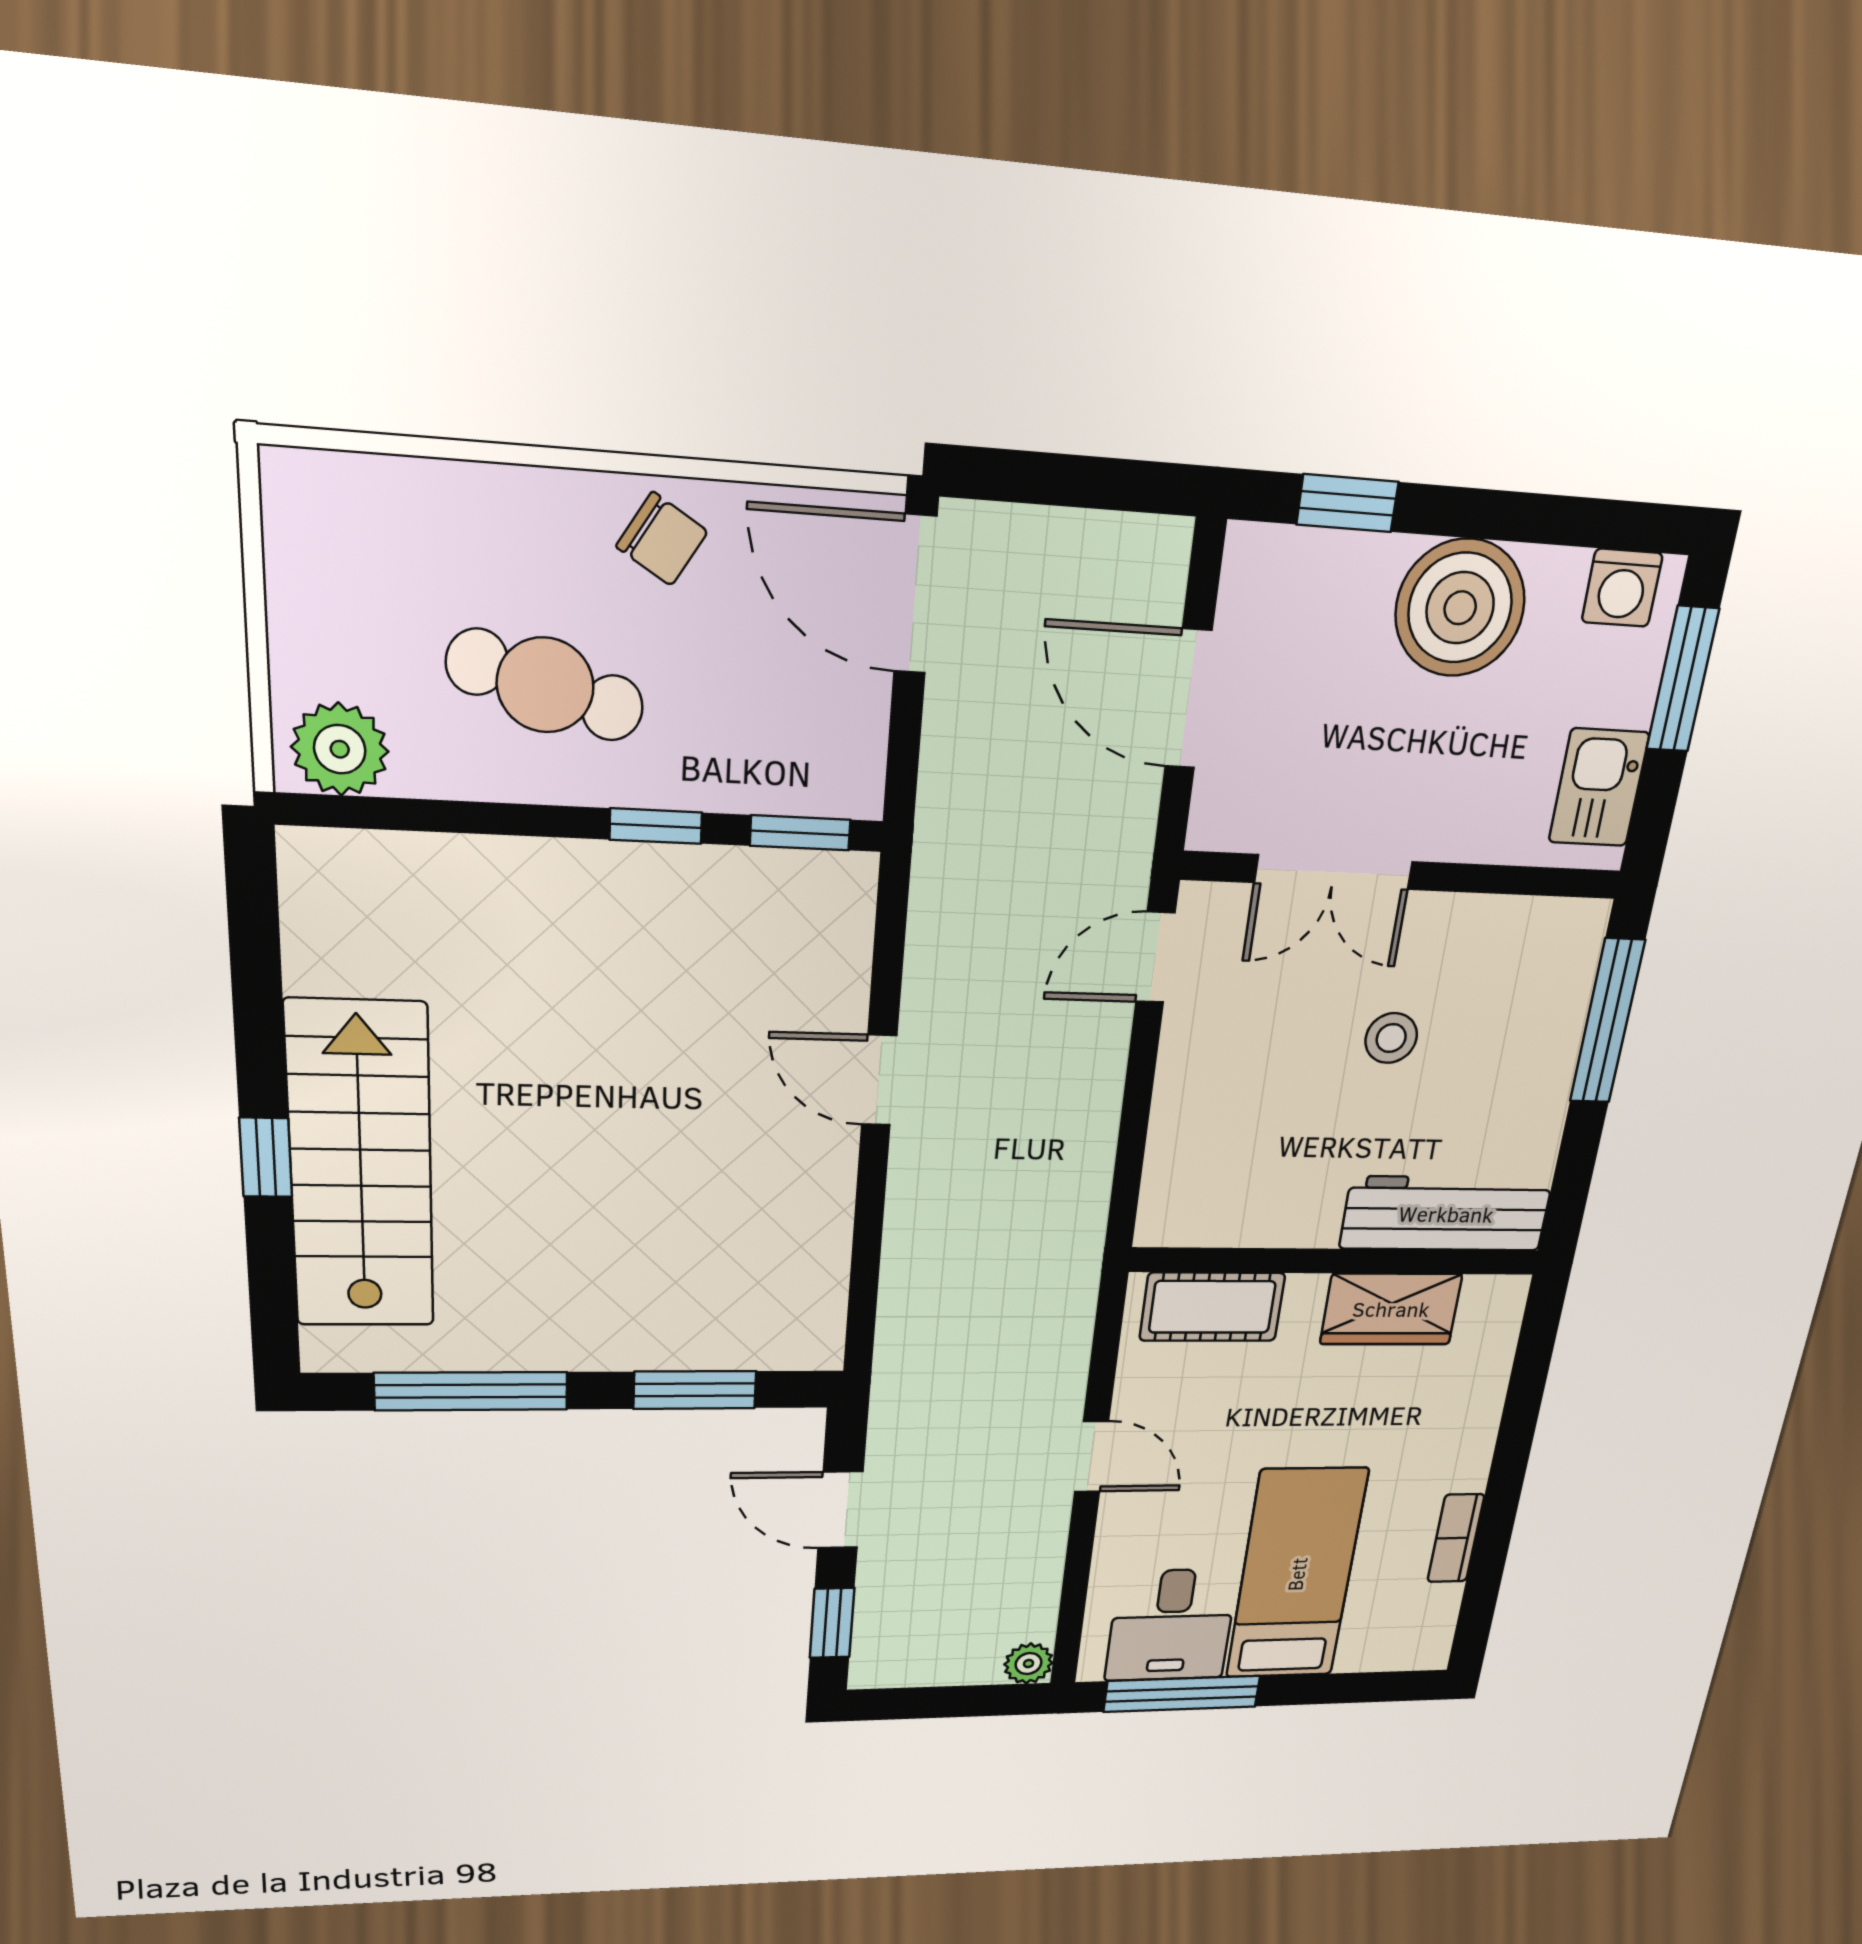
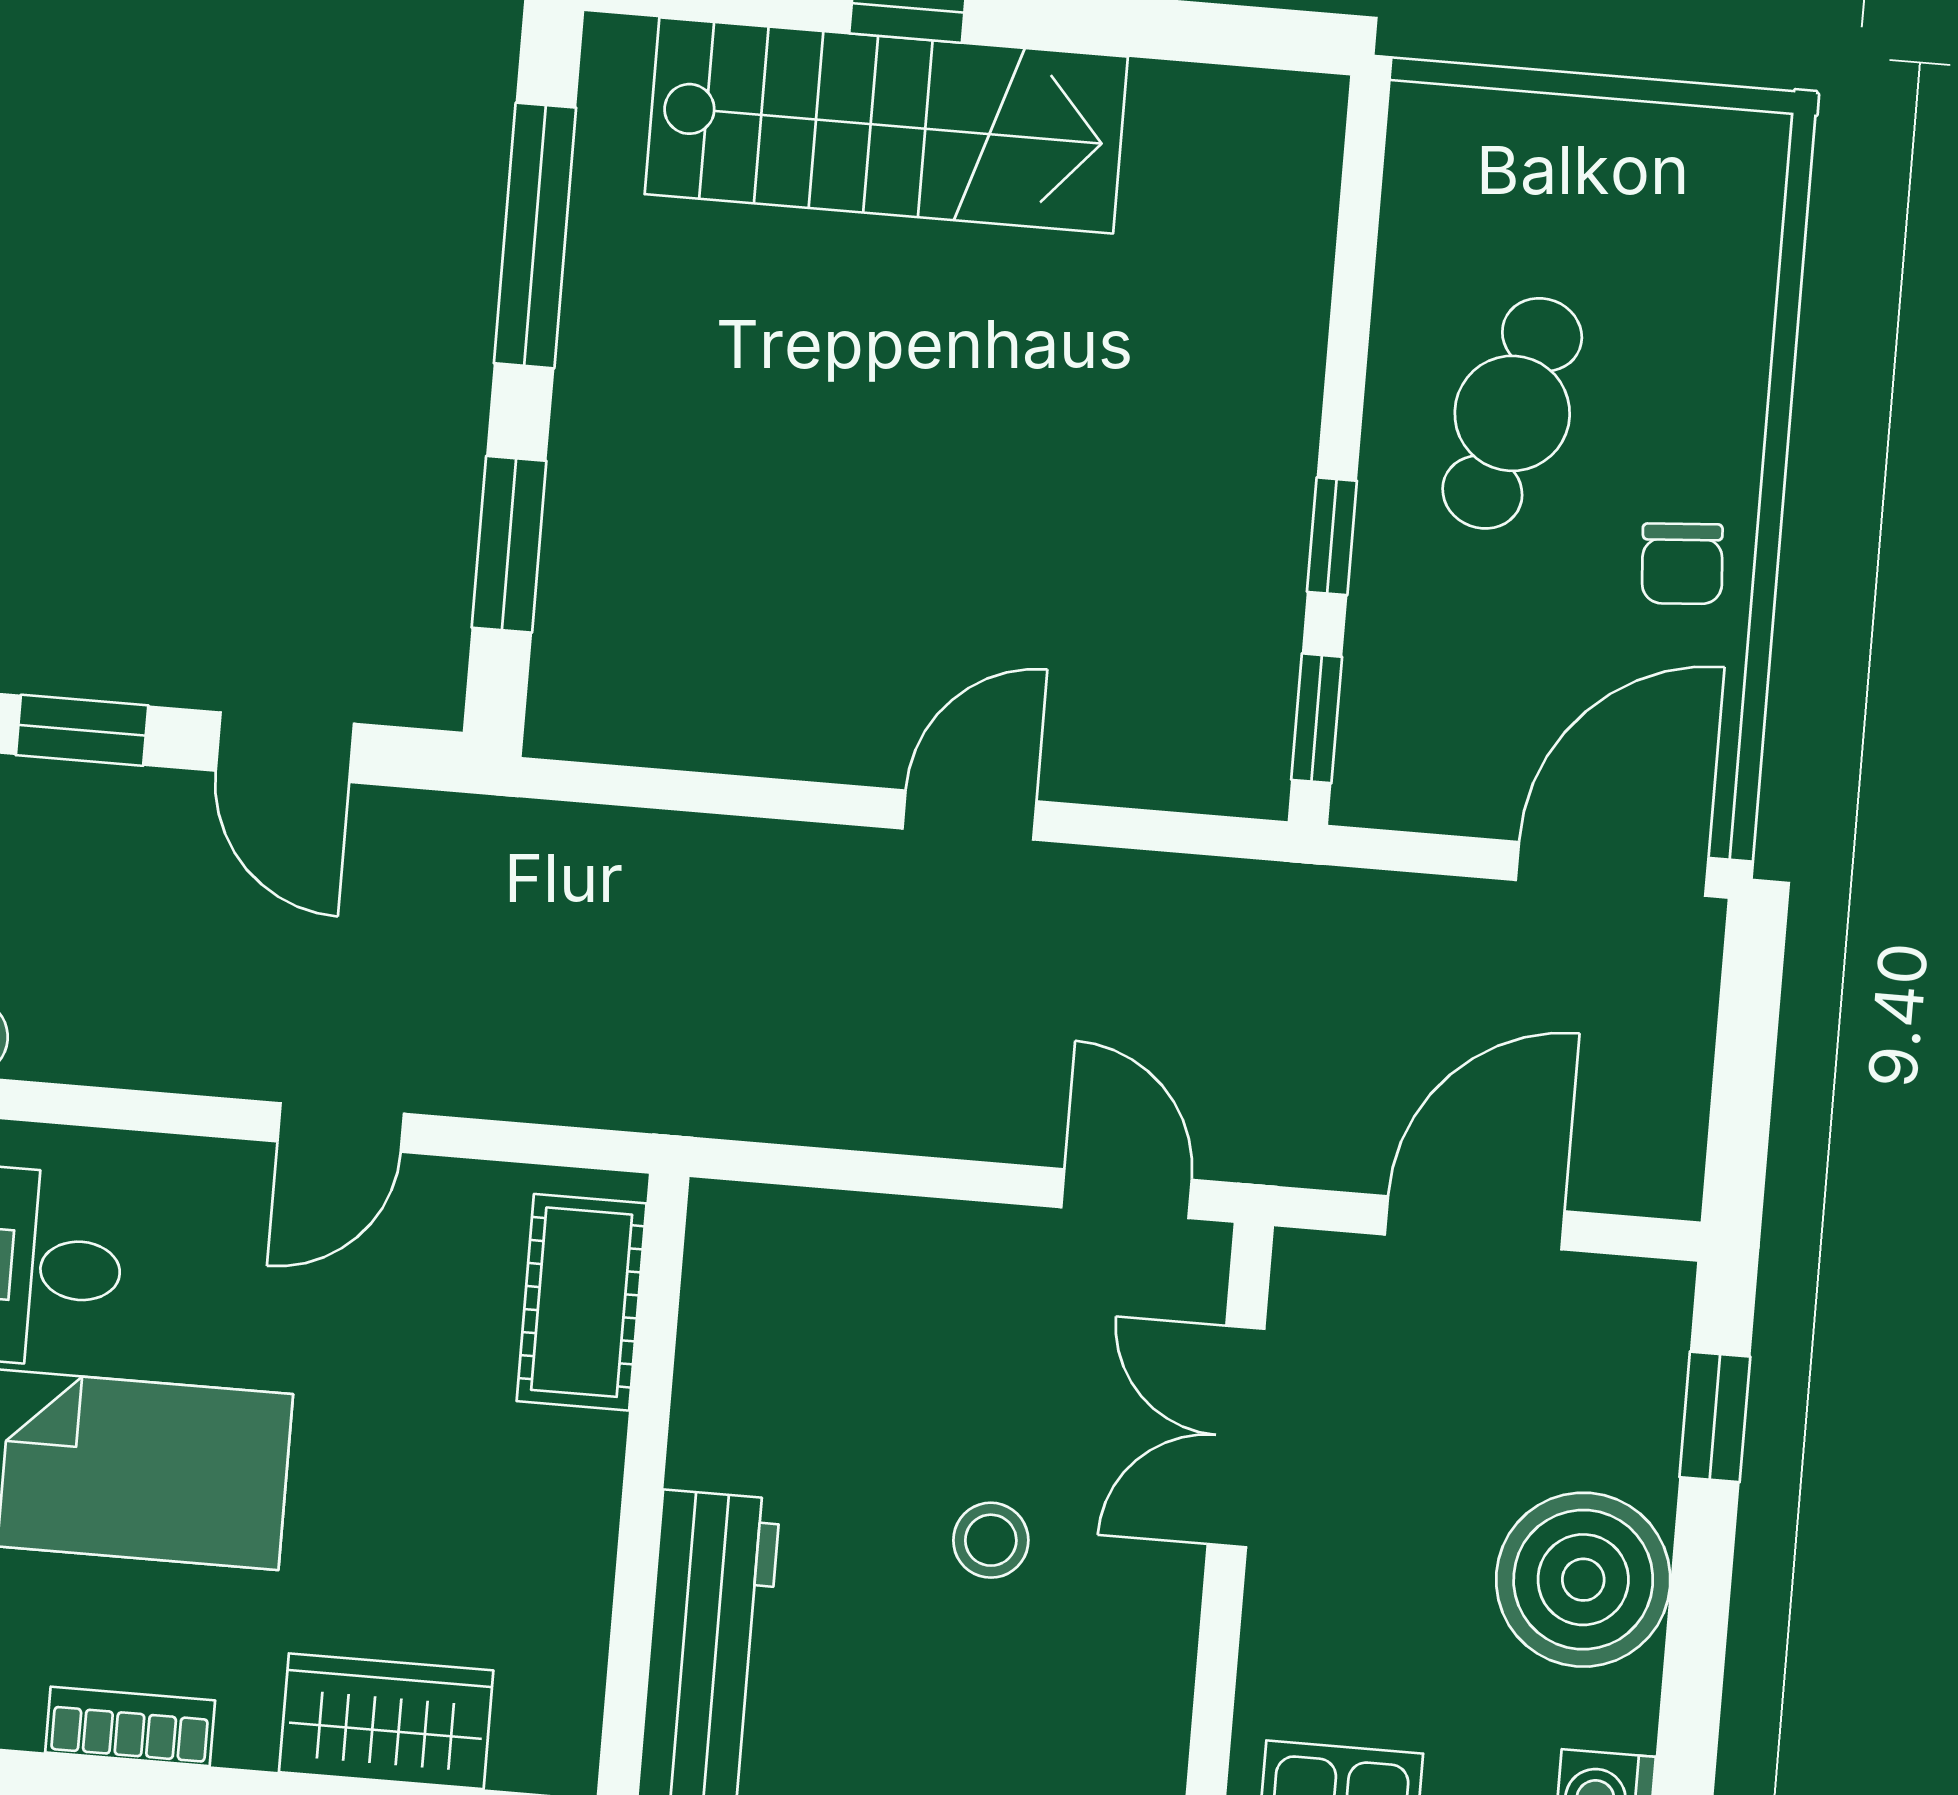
chair: (662, 539) -> (1682, 564), turned -36
plant: (340, 749) -> (1441, 163), removed
wardrobe: (1391, 1309) -> (386, 1721), moved, turned 90
door: (840, 1510) -> (285, 747), swing flipped

